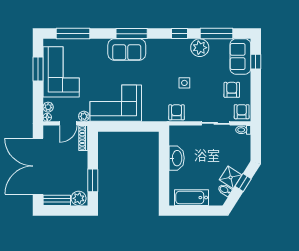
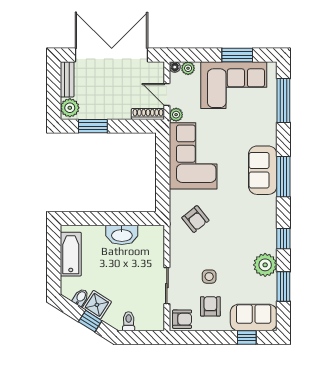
window: (216, 34) -> (283, 286), width x0.69
side table: (184, 83) -> (209, 277), moved
armchair: (232, 90) -> (210, 306), turned -90
armchair: (177, 112) -> (195, 219), moved, turned 51
toilet: (243, 130) -> (129, 321), moved

